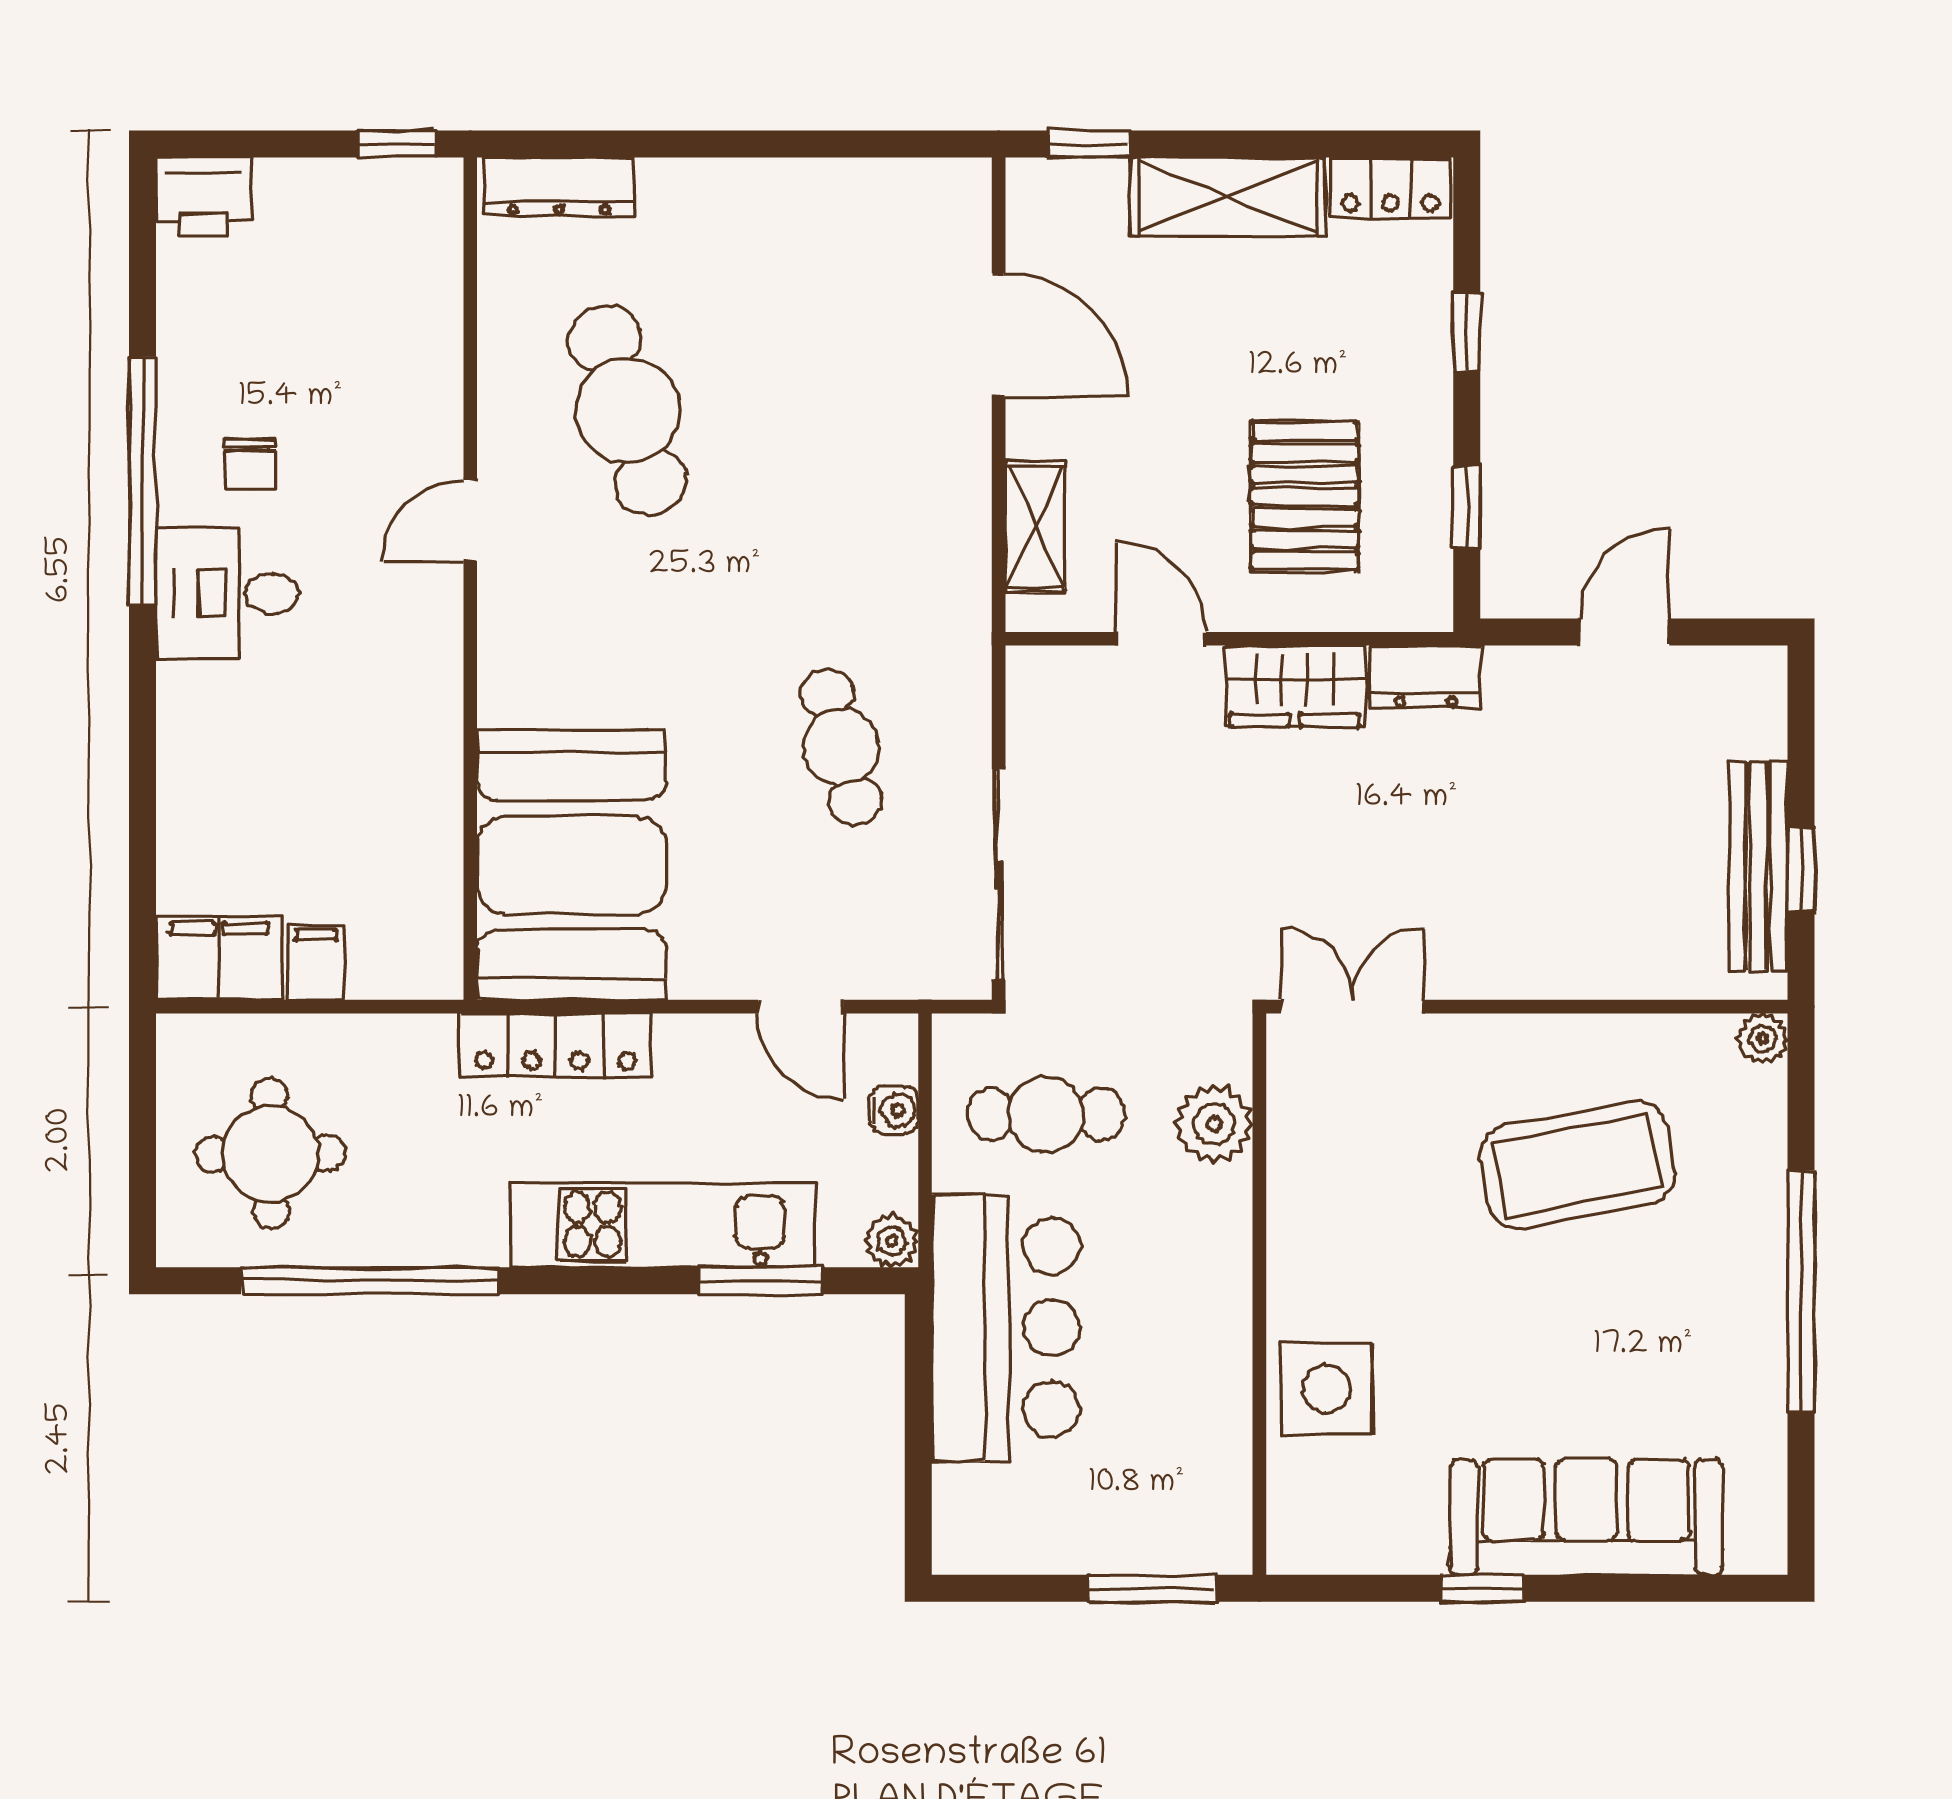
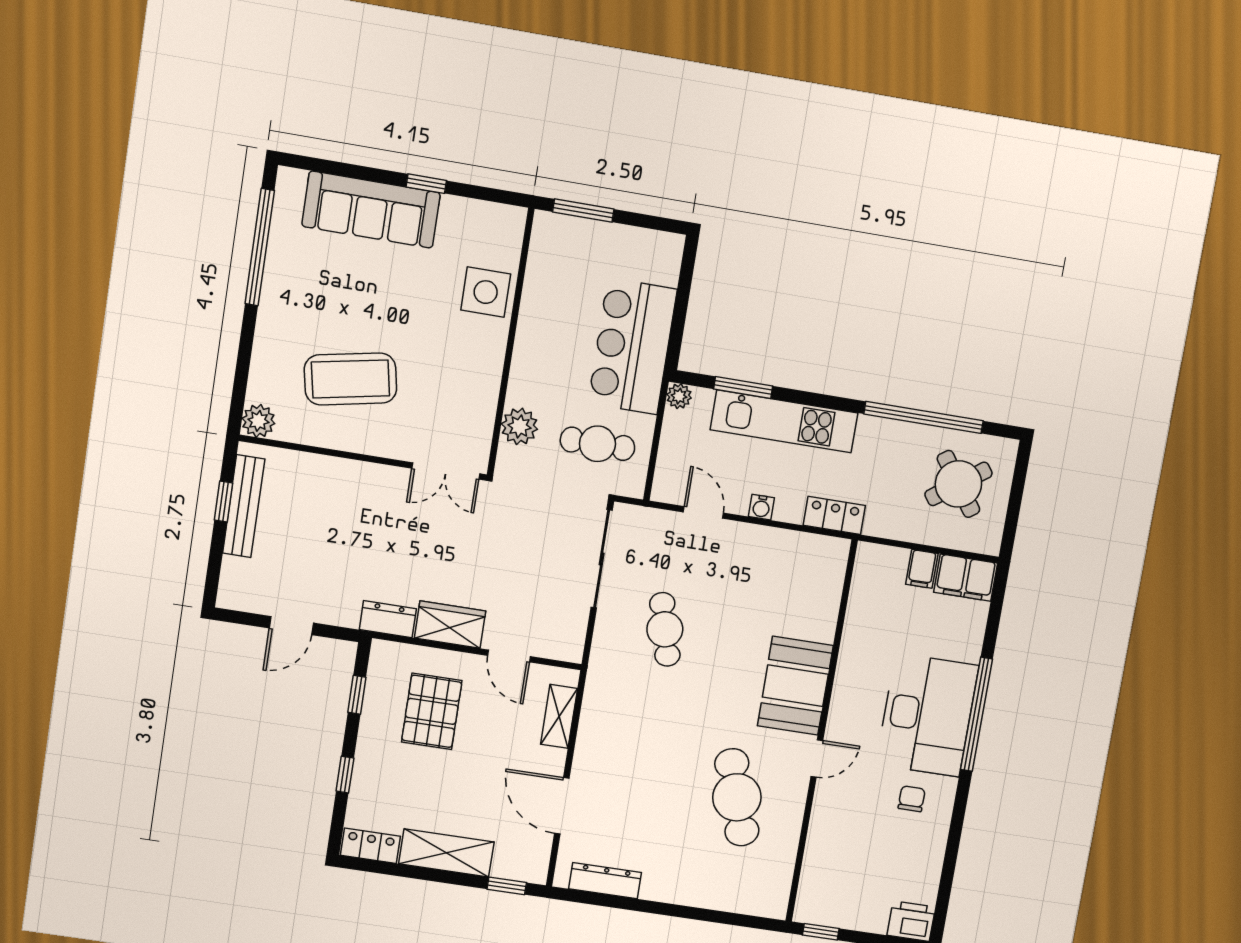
dresser: (559, 187) -> (605, 881), moved
window: (143, 481) -> (976, 714), moved
desk: (227, 593) -> (927, 715), width x1.87, depth x1.30
booth: (571, 865) -> (795, 686), moved, width x0.73, depth x0.70
plant: (1762, 1038) -> (258, 421), width x1.38, depth x1.38
locker: (555, 1045) -> (834, 515), width x0.66
water cooler: (894, 1110) -> (761, 507), moved, turned -90
round table: (270, 1153) -> (958, 484), turned -35
window: (1801, 1291) -> (260, 247), moved

